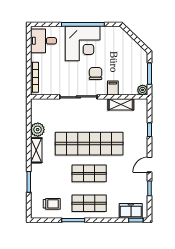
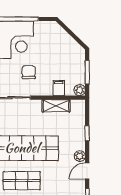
filing cabinet: (113, 88) -> (59, 88), moved
plant: (143, 151) -> (80, 156), added

